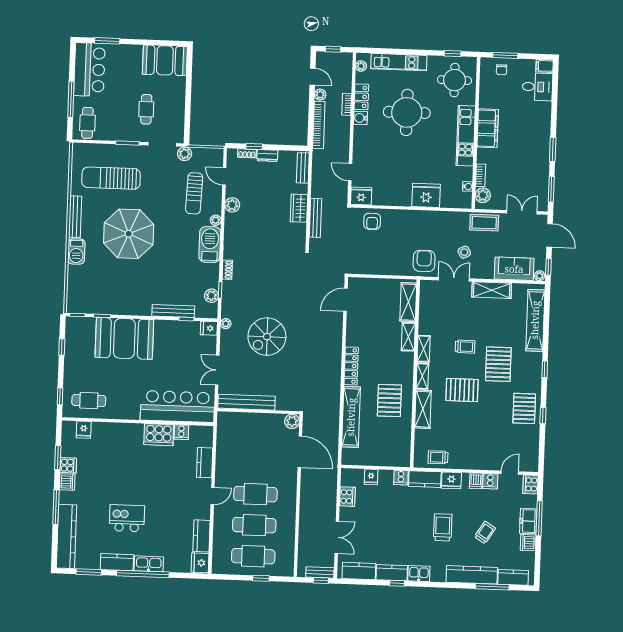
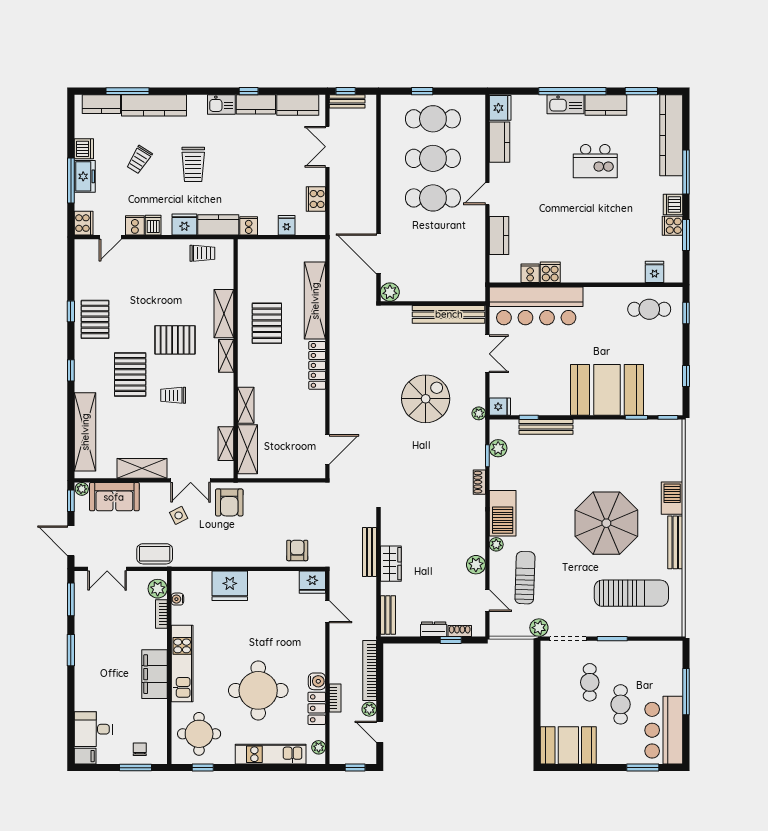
cafe table: (87, 123) -> (621, 704), moved
shelving: (424, 349) -> (226, 444), moved
cooker: (159, 435) -> (550, 272), width x0.53, depth x0.76

